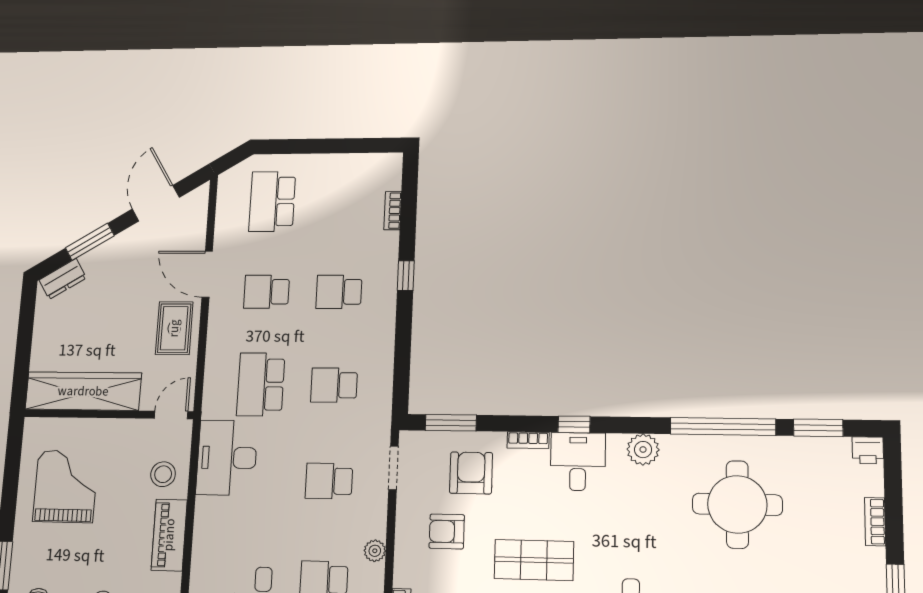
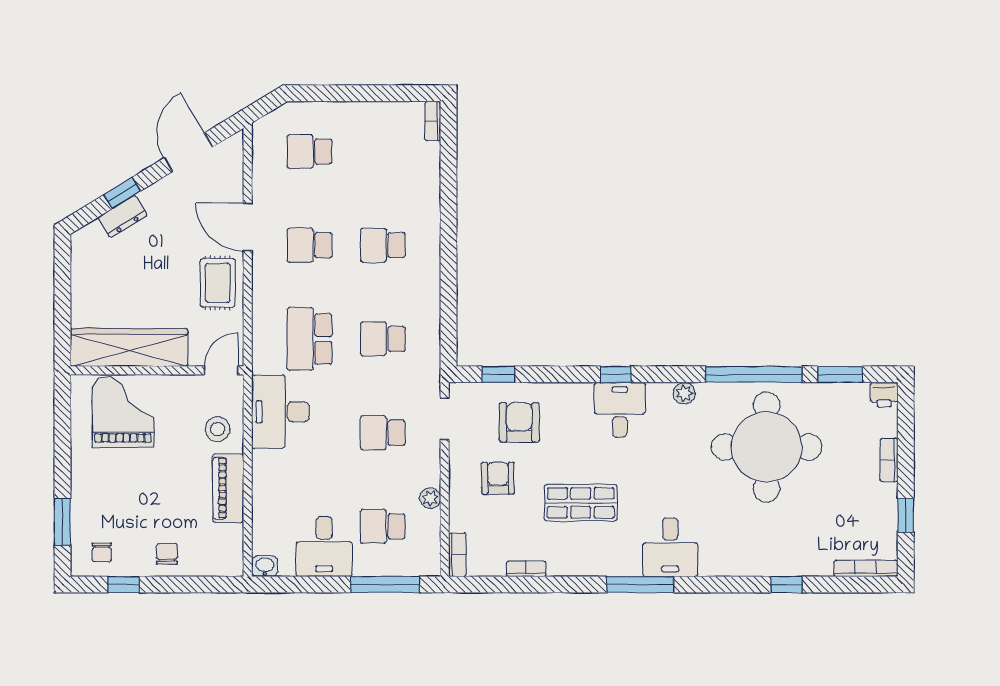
school desk: (272, 201) -> (310, 151), width x0.54
bookcase: (393, 211) -> (433, 121), moved
window: (90, 242) -> (122, 193), width x0.67
window: (406, 276) -> (449, 229), removed
dresser: (63, 279) -> (122, 216), moved
window: (451, 423) -> (498, 374), width x0.67
bookcase: (528, 440) -> (573, 390), removed
plant: (643, 450) -> (684, 393), width x0.73, depth x0.73
grand piano: (66, 486) -> (123, 412), moved
round table: (737, 504) -> (767, 447), width x1.36, depth x1.36
armchair: (447, 531) -> (498, 478), turned 90

